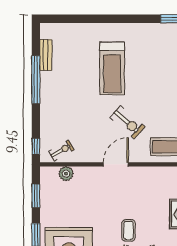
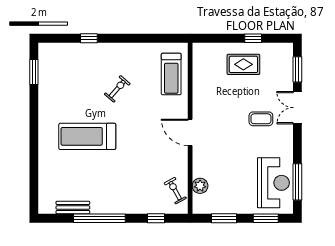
treadmill: (112, 68) -> (87, 136), turned 180
exercise bike: (127, 122) -> (117, 89), moved, width x0.73, depth x0.72
window: (36, 146) -> (156, 218), moved

